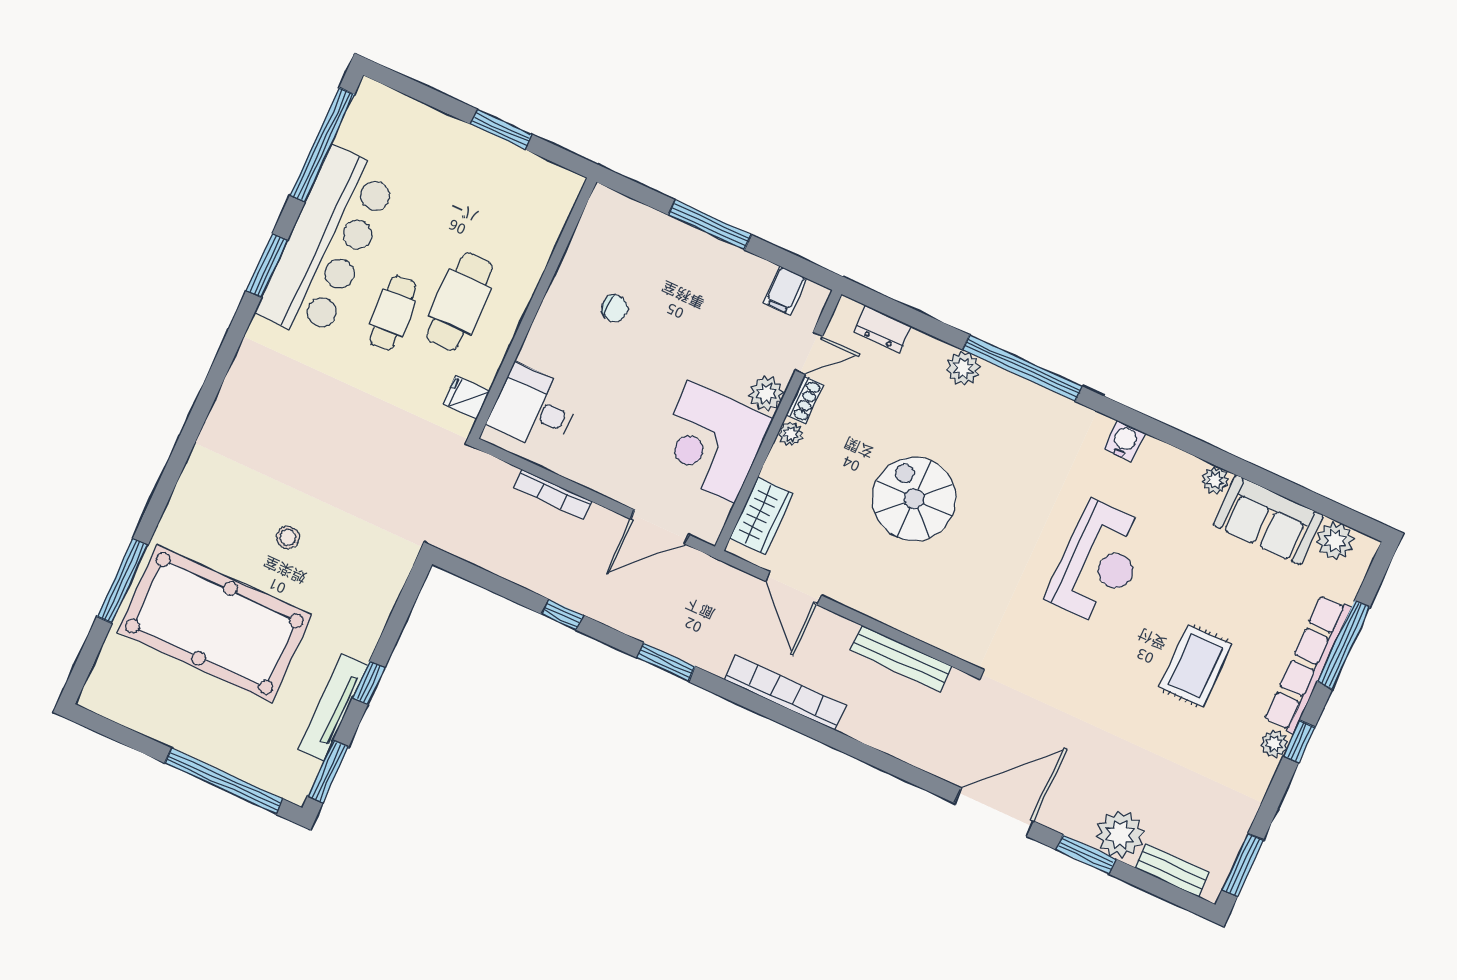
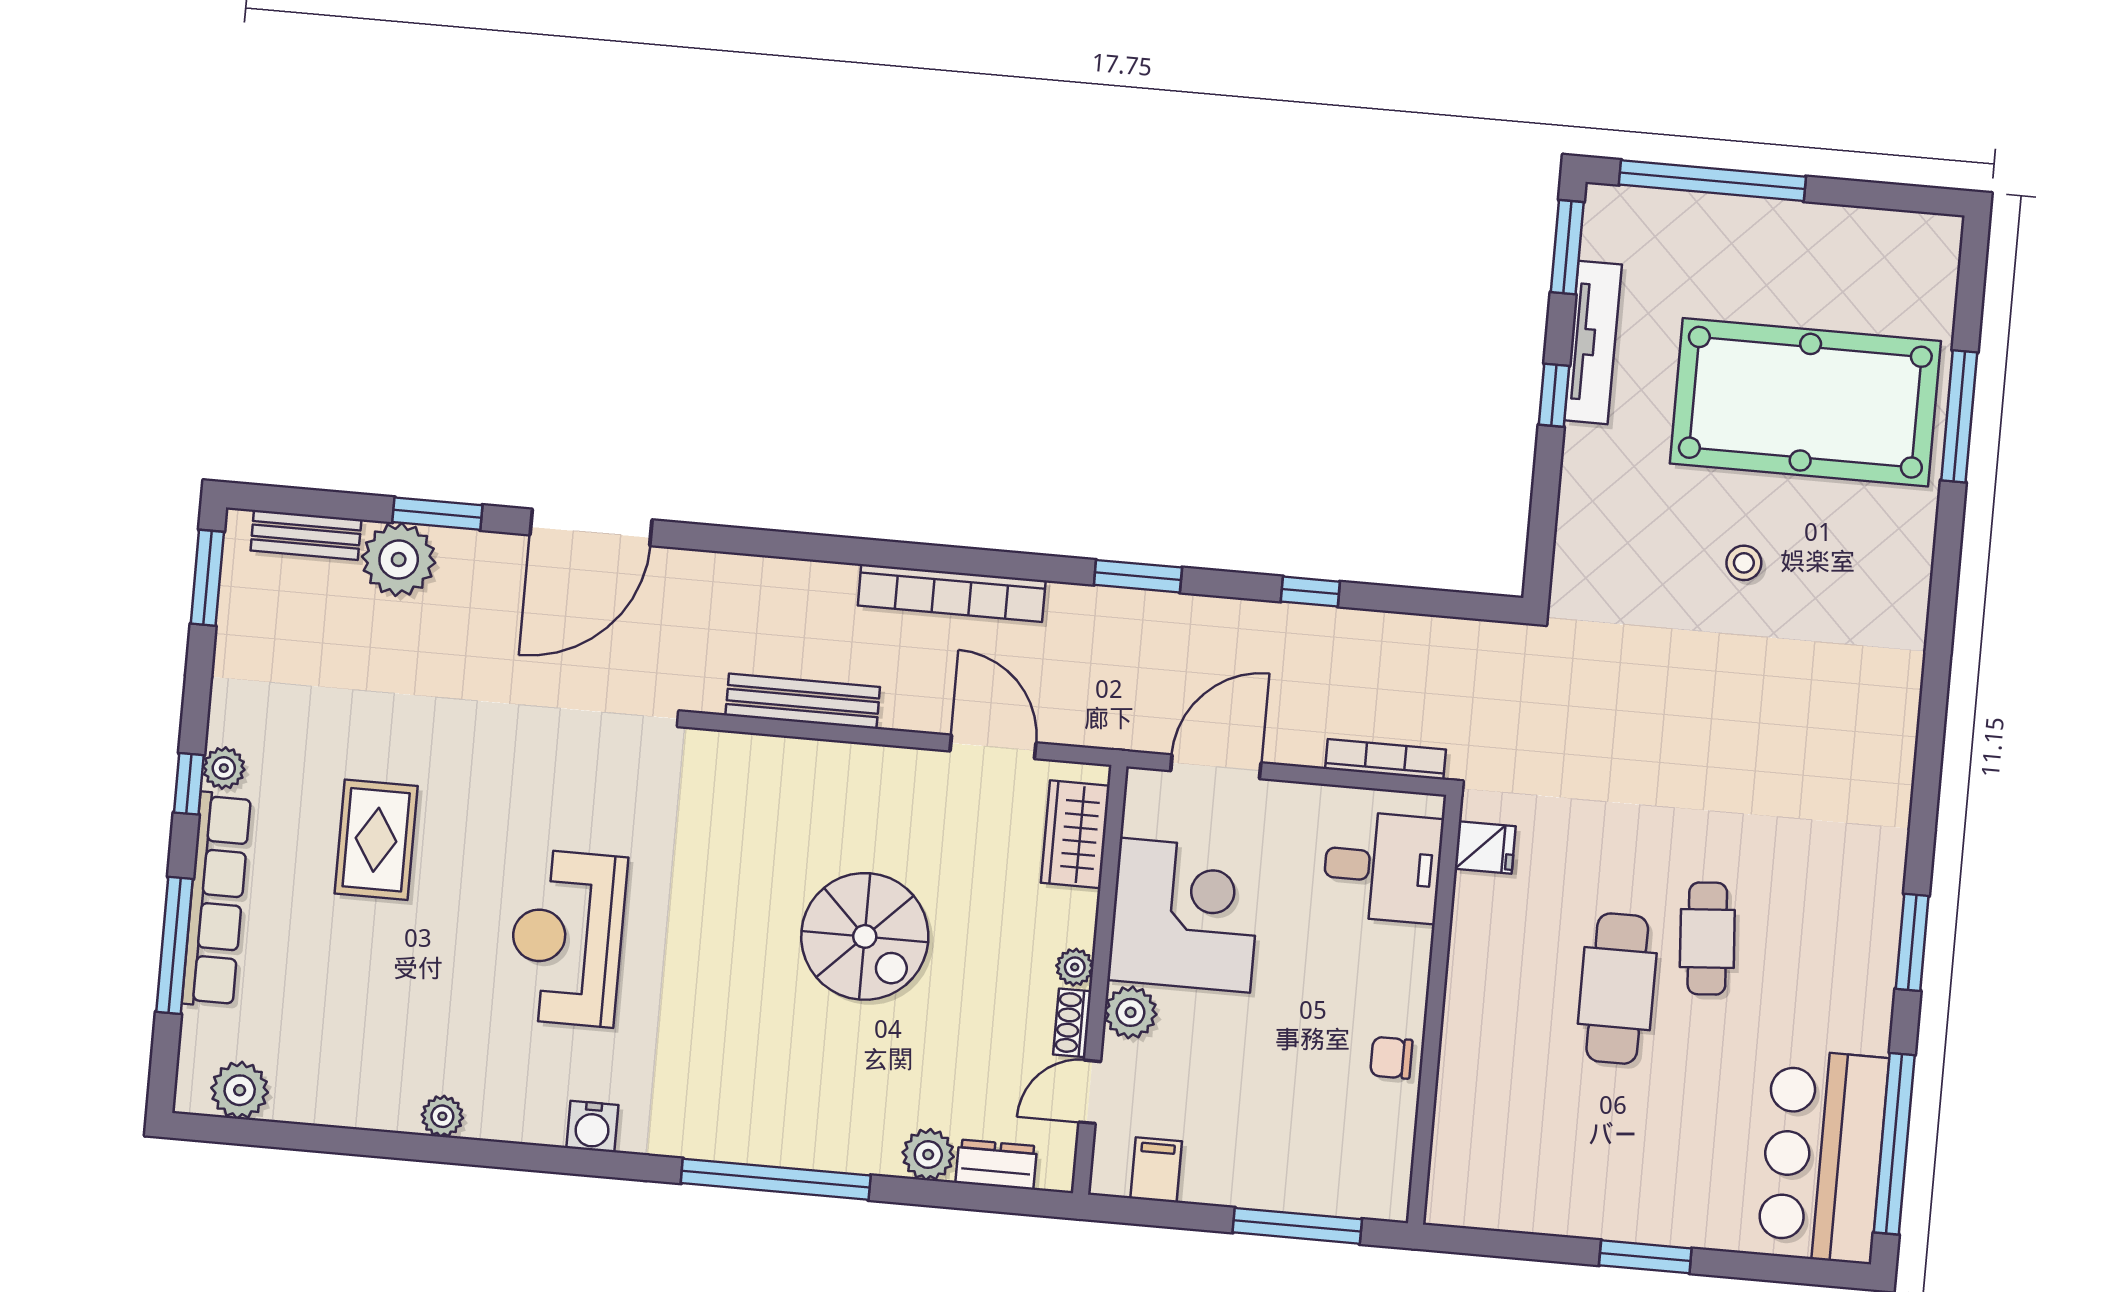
bar counter: (327, 244) -> (1823, 1156), moved, width x0.73
wall: (533, 308) -> (1435, 1010), moved
plant: (963, 368) -> (928, 1155), moved
fridge: (466, 398) -> (1485, 847), moved
desk: (534, 408) -> (1383, 867), moved
sofa: (1268, 520) -> (347, 1086), removed

